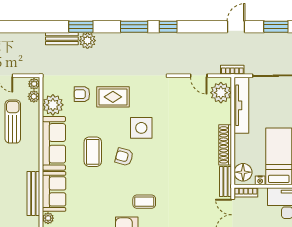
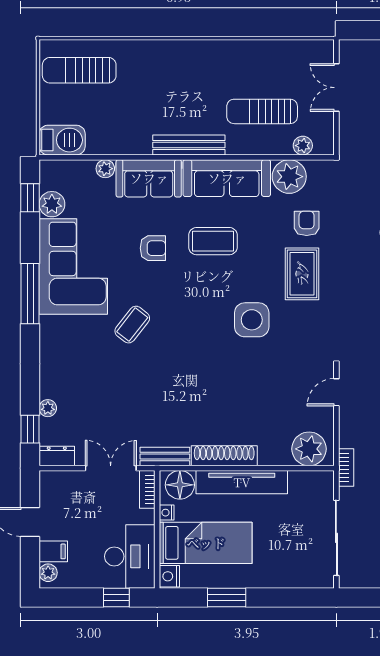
door: (199, 76) -> (336, 392), moved
plant: (34, 84) -> (323, 146), removed
tv unit: (241, 105) -> (242, 482), moved
sun lounger: (13, 122) -> (262, 111), turned 180
armchair: (124, 157) -> (153, 248), moved, turned 75
bench: (33, 194) -> (189, 145), moved
coffee table: (144, 202) -> (132, 325), turned 38

